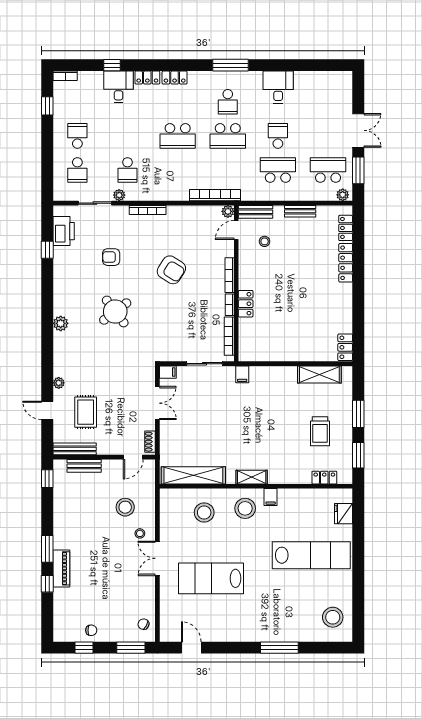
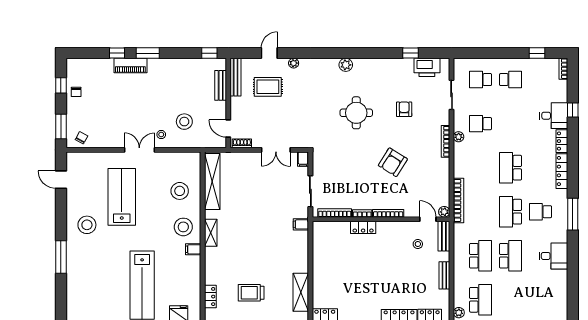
locker: (175, 78) -> (562, 171), width x1.53
school desk: (278, 136) -> (511, 256), width x1.85
plant: (119, 195) -> (459, 137), moved
round table: (115, 311) -> (356, 113), turned 37
stool: (333, 617) -> (87, 225), moved
door: (191, 648) -> (61, 180), swing flipped

